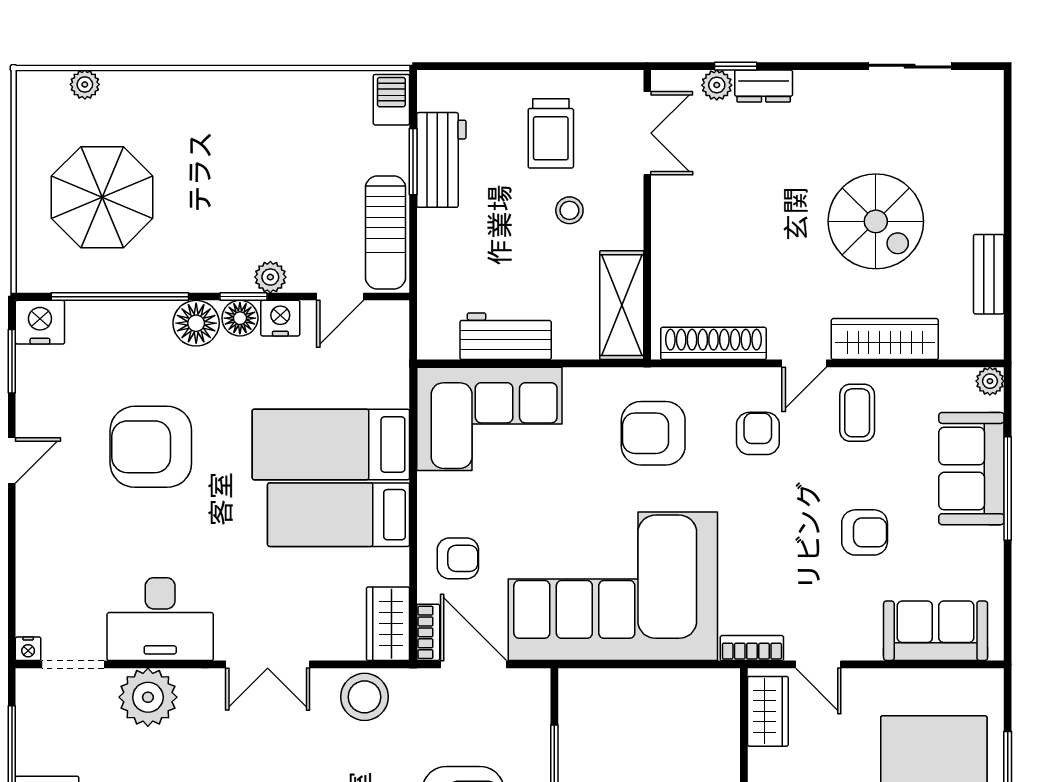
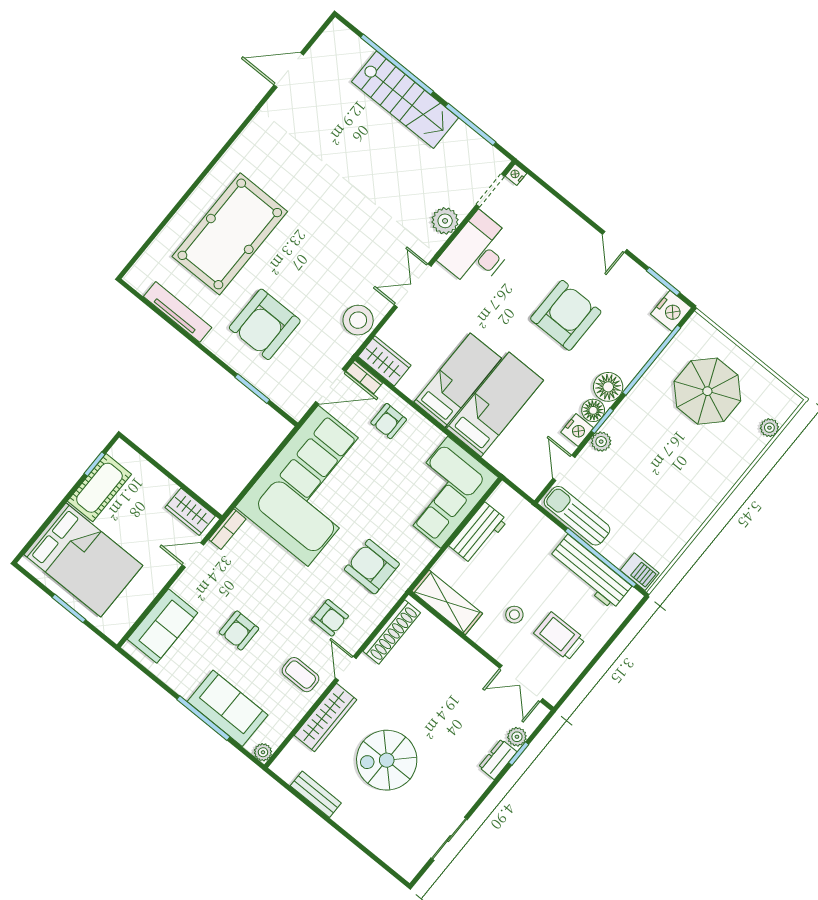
workbench: (441, 160) -> (590, 572), width x1.38
window: (413, 162) -> (601, 558), width x2.11
armchair: (653, 433) -> (372, 567), turned -90
plant: (148, 697) -> (445, 221), width x0.73, depth x0.73

